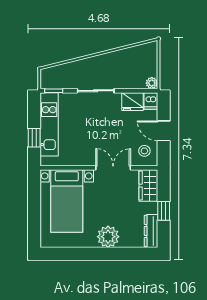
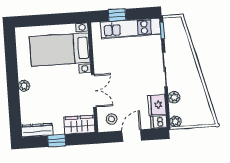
plant: (126, 83) -> (174, 97), added
plant: (108, 237) -> (24, 86), width x0.53, depth x0.53

